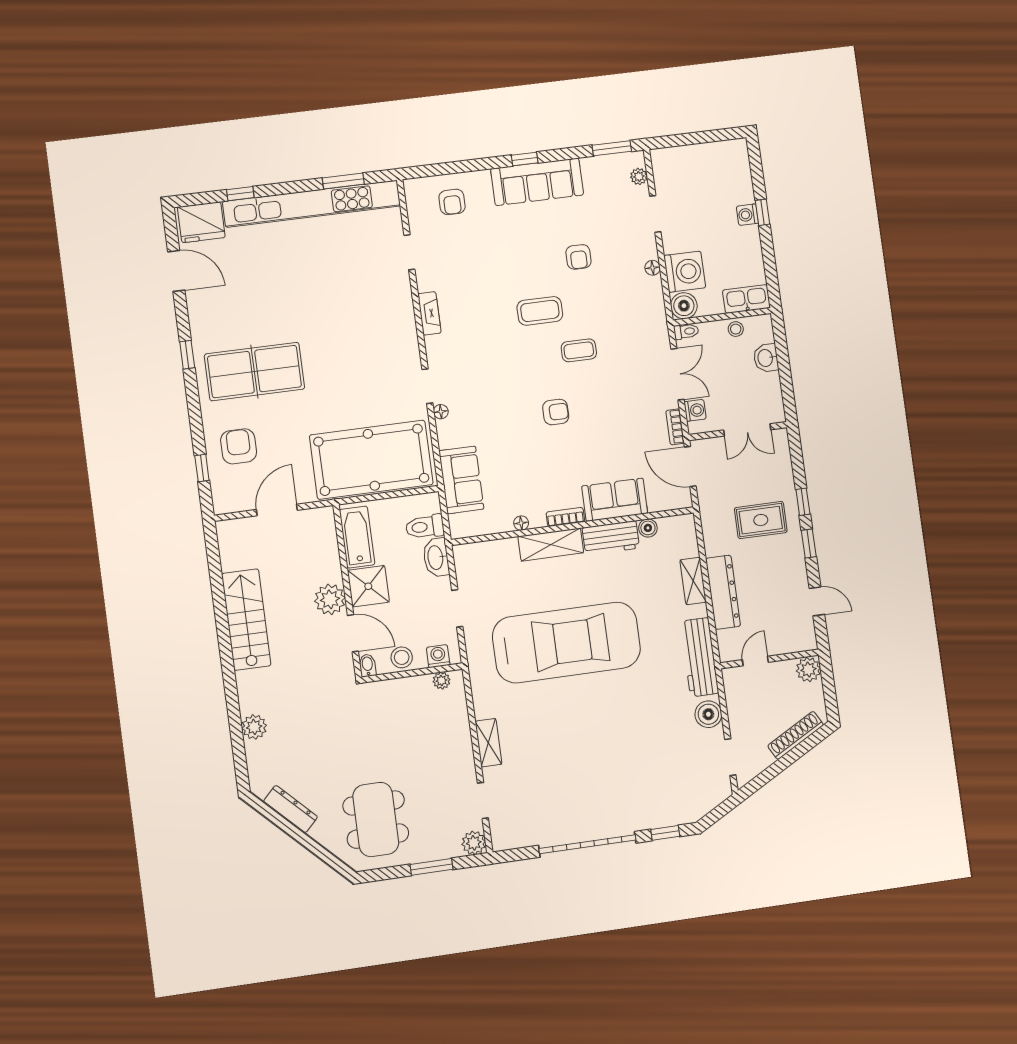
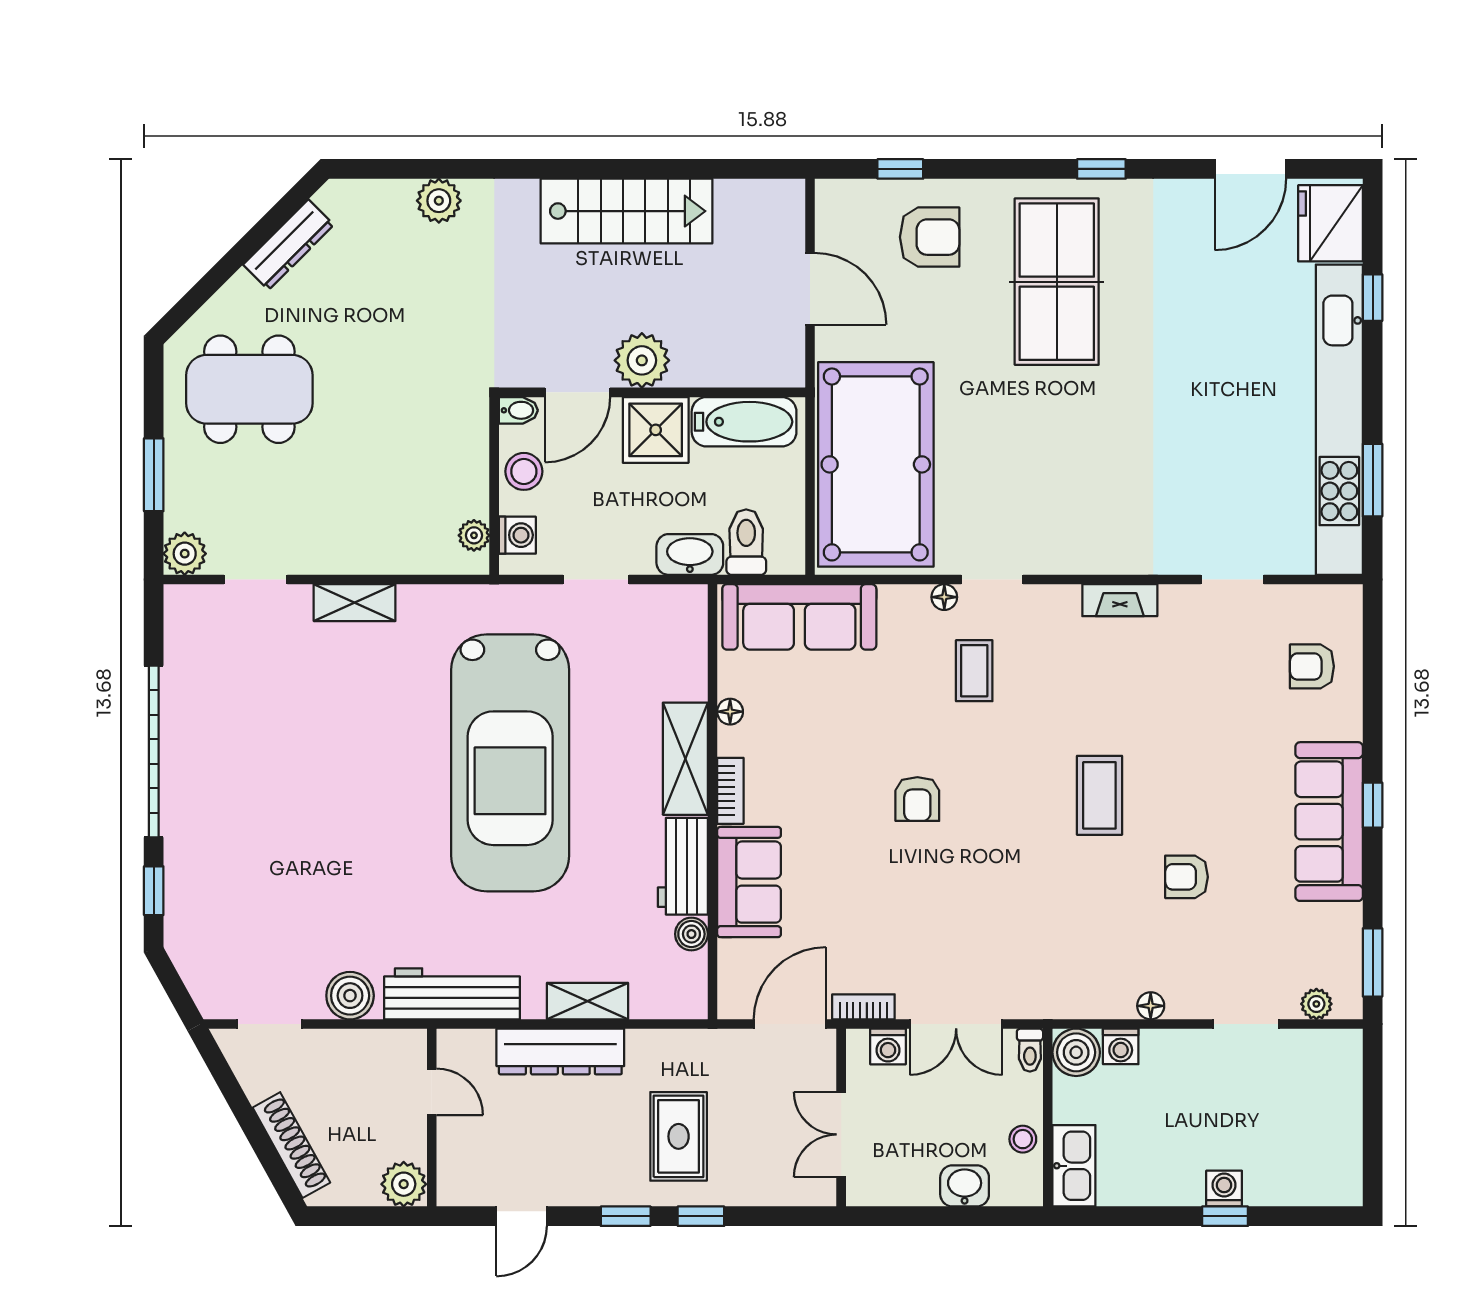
washing machine: (685, 272) -> (1121, 1046), width x0.53, depth x0.53
coffee table: (579, 350) -> (974, 671), moved
sofa: (461, 480) -> (799, 617), width x1.36

